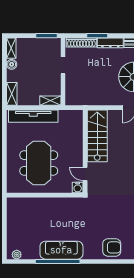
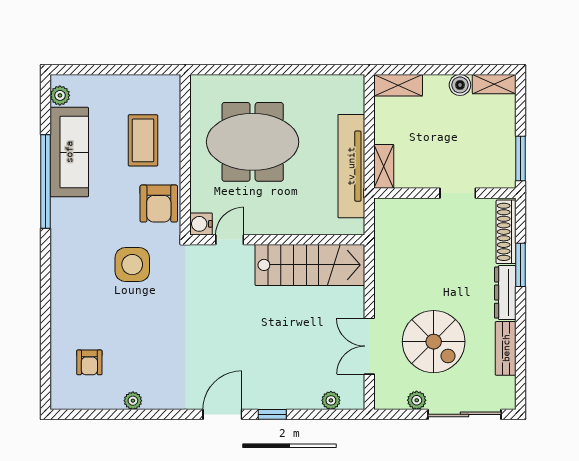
tv unit: (33, 116) -> (351, 166), moved
coffee table: (38, 215) -> (143, 140), added
side table: (97, 220) -> (132, 265), added
armchair: (112, 247) -> (159, 204), moved
sofa: (61, 250) -> (69, 152), moved

